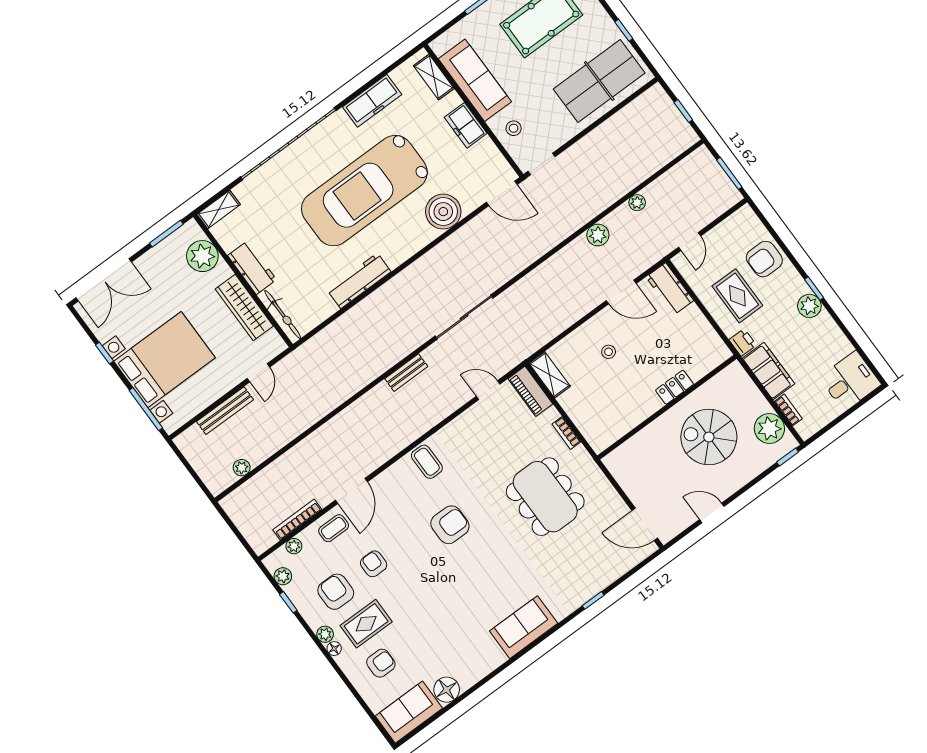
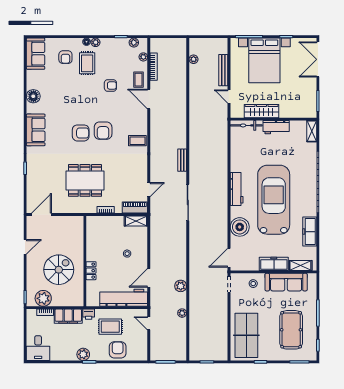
freezer: (466, 125) -> (274, 264), width x1.40
plant: (202, 256) -> (297, 109), removed
workbench: (359, 281) -> (237, 189), moved
workbench: (670, 289) -> (124, 298), width x1.88, depth x1.32
armchair: (336, 592) -> (81, 133), moved
floor lamp: (447, 690) -> (33, 96), moved

